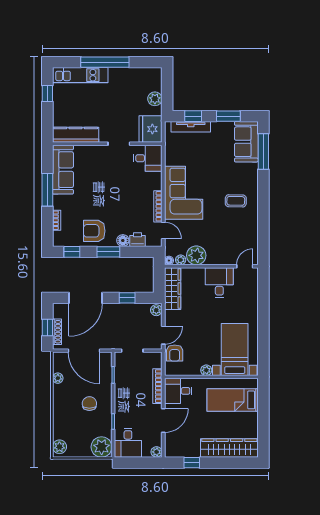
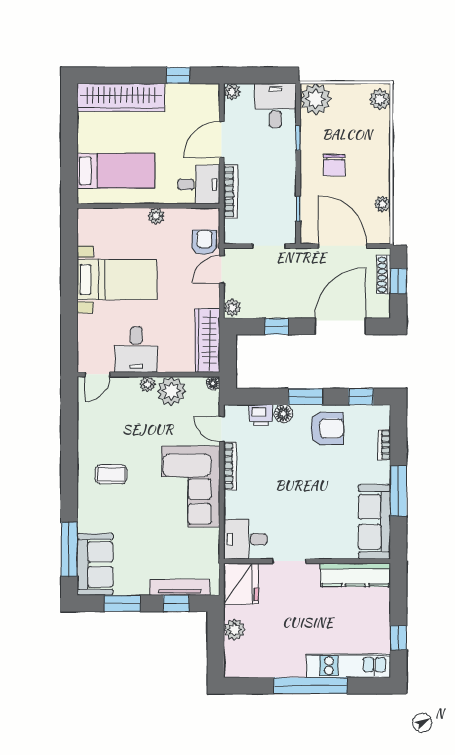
plant: (181, 260) -> (147, 384), moved
bed with nightstands: (235, 349) -> (117, 280), moved, turned -90

